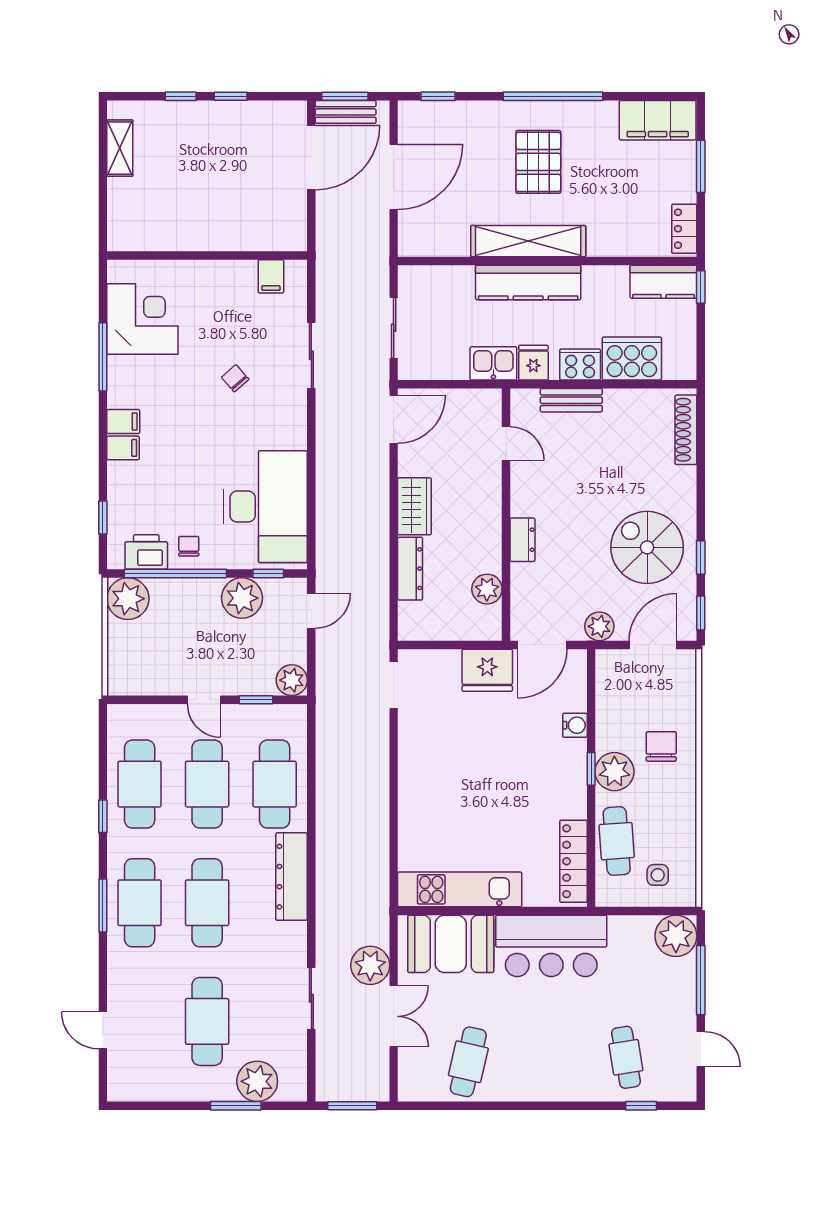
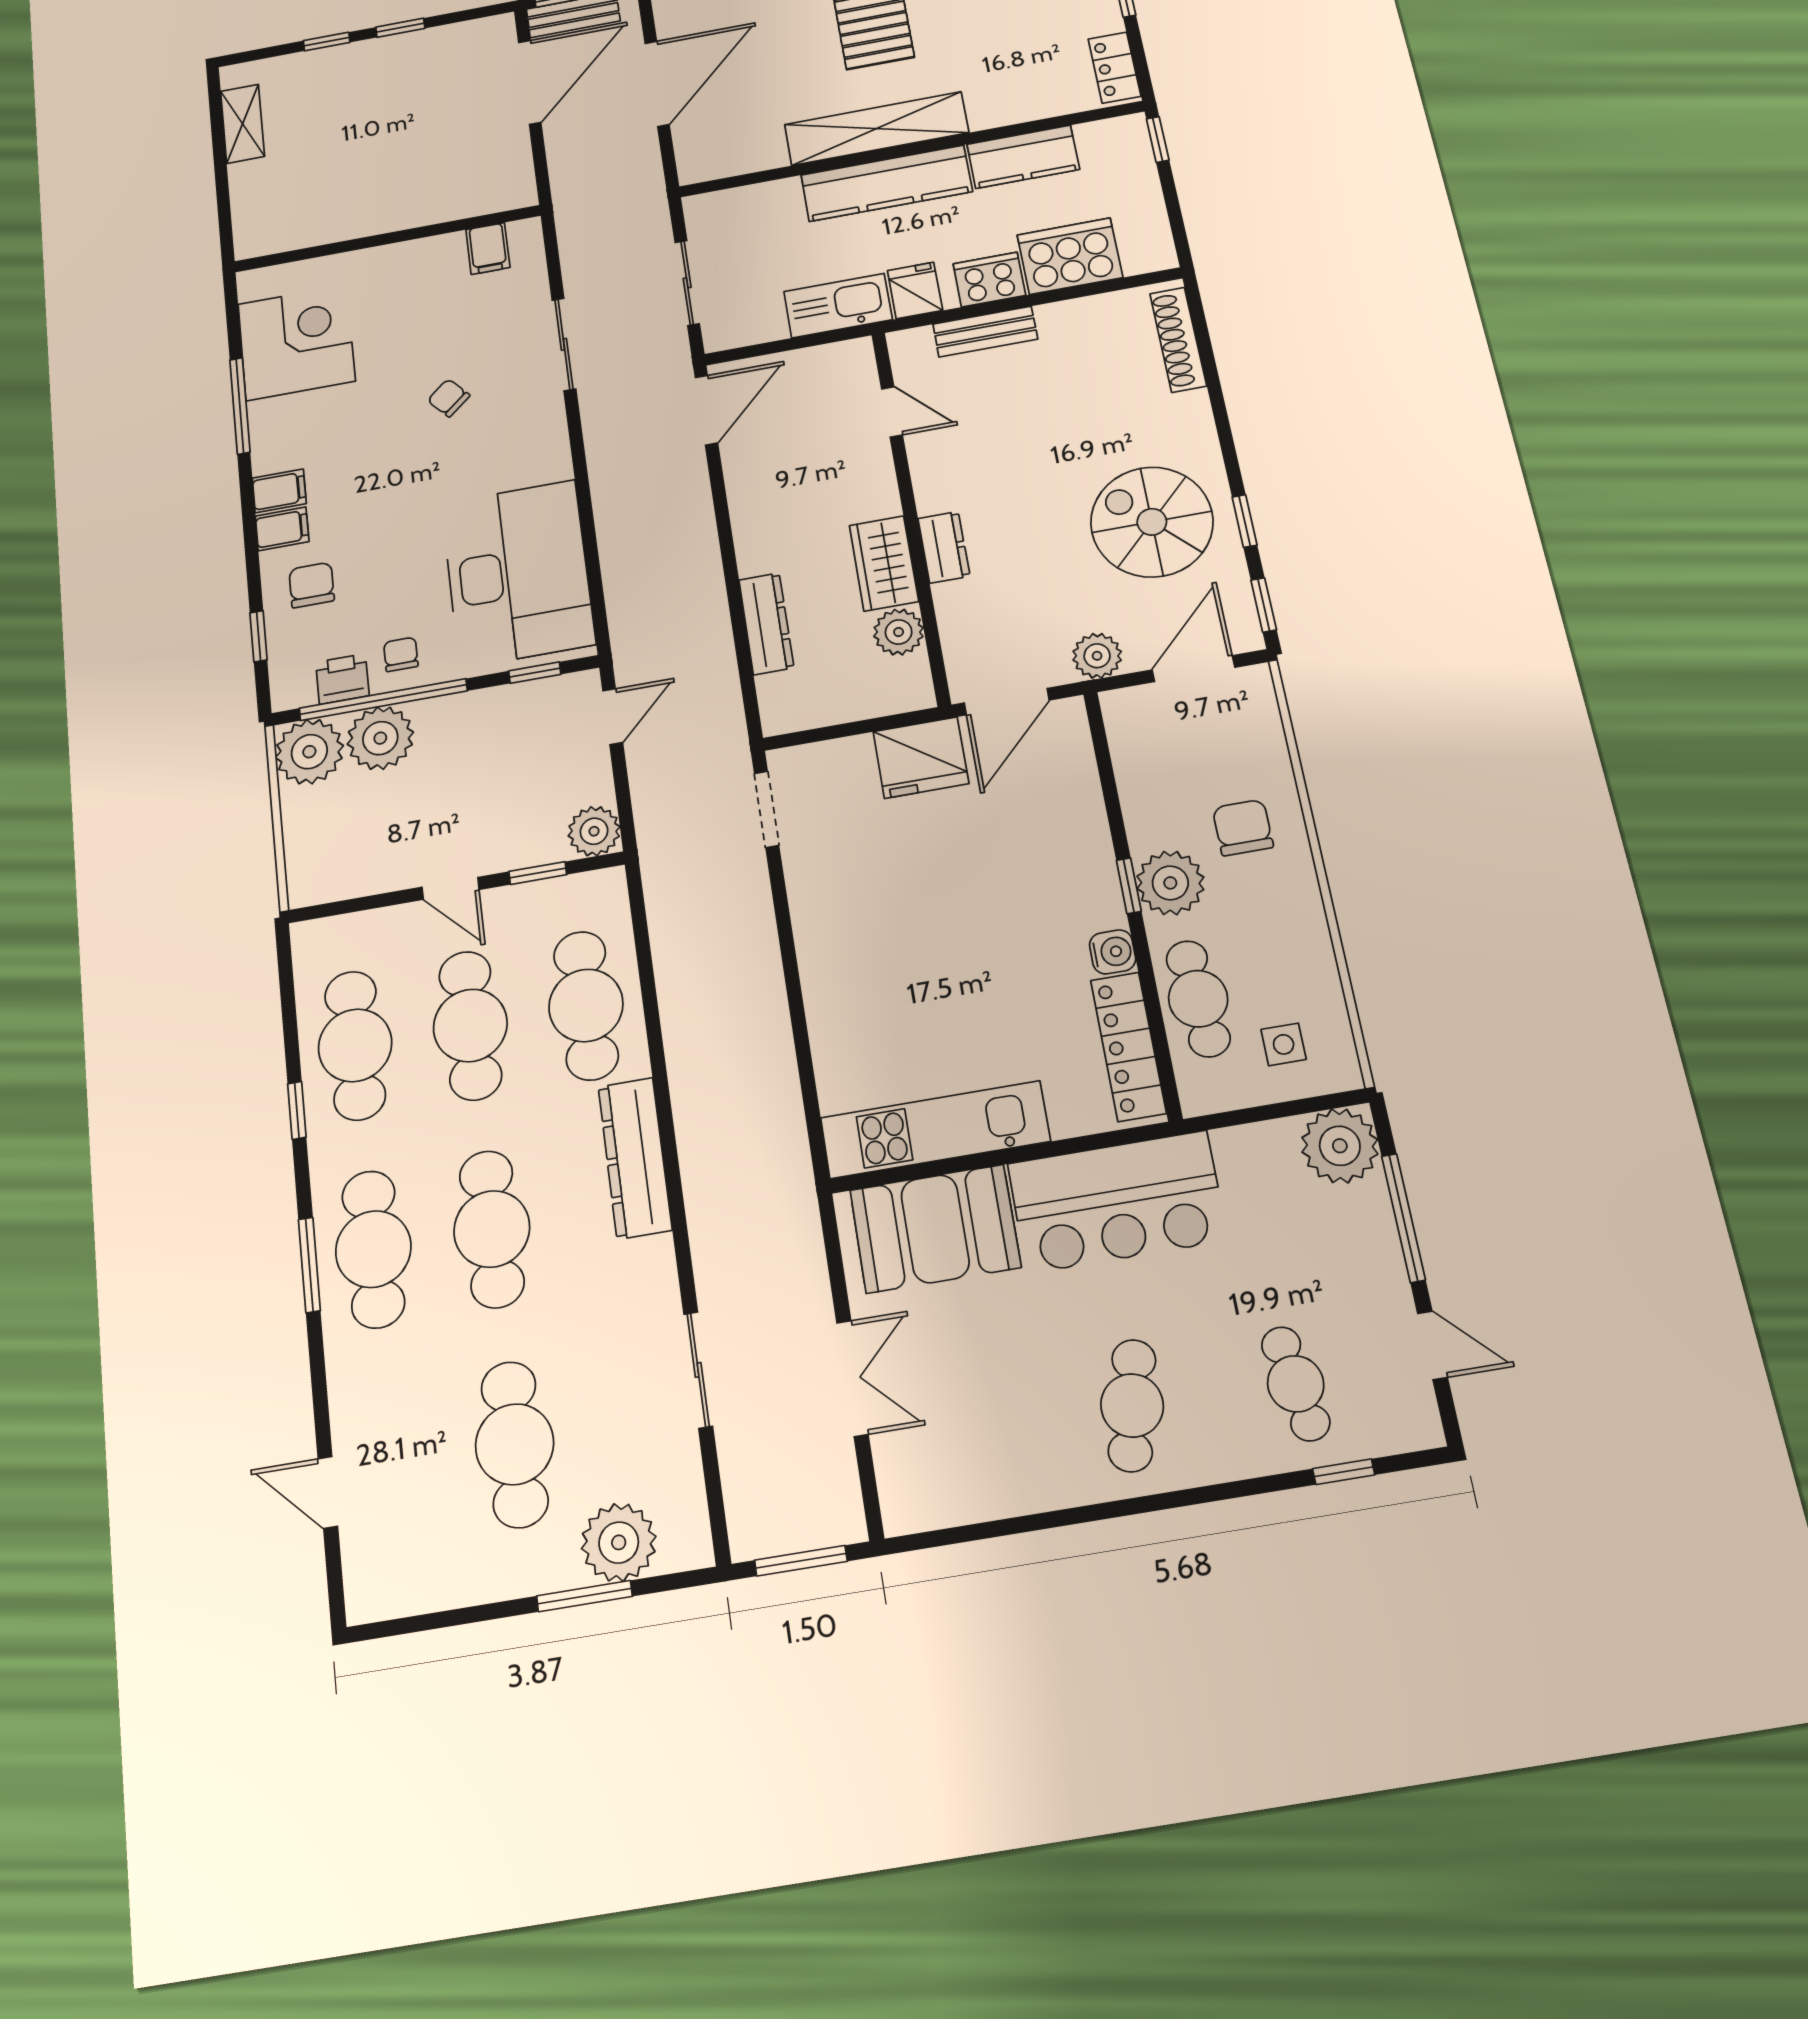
kitchen counter: (663, 282) -> (1023, 157), moved
kitchen sink: (493, 363) -> (838, 306), width x1.38
chair: (138, 490) -> (312, 585), added
wardrobe: (414, 506) -> (884, 563), moved, turned 180
printer: (146, 552) -> (342, 679), width x0.73, depth x0.81
plant: (242, 598) -> (380, 738), moved
water cooler: (575, 725) -> (1113, 952), moved
plant: (370, 965) -> (796, 1292), removed
cafe table: (468, 1062) -> (1132, 1405), moved

